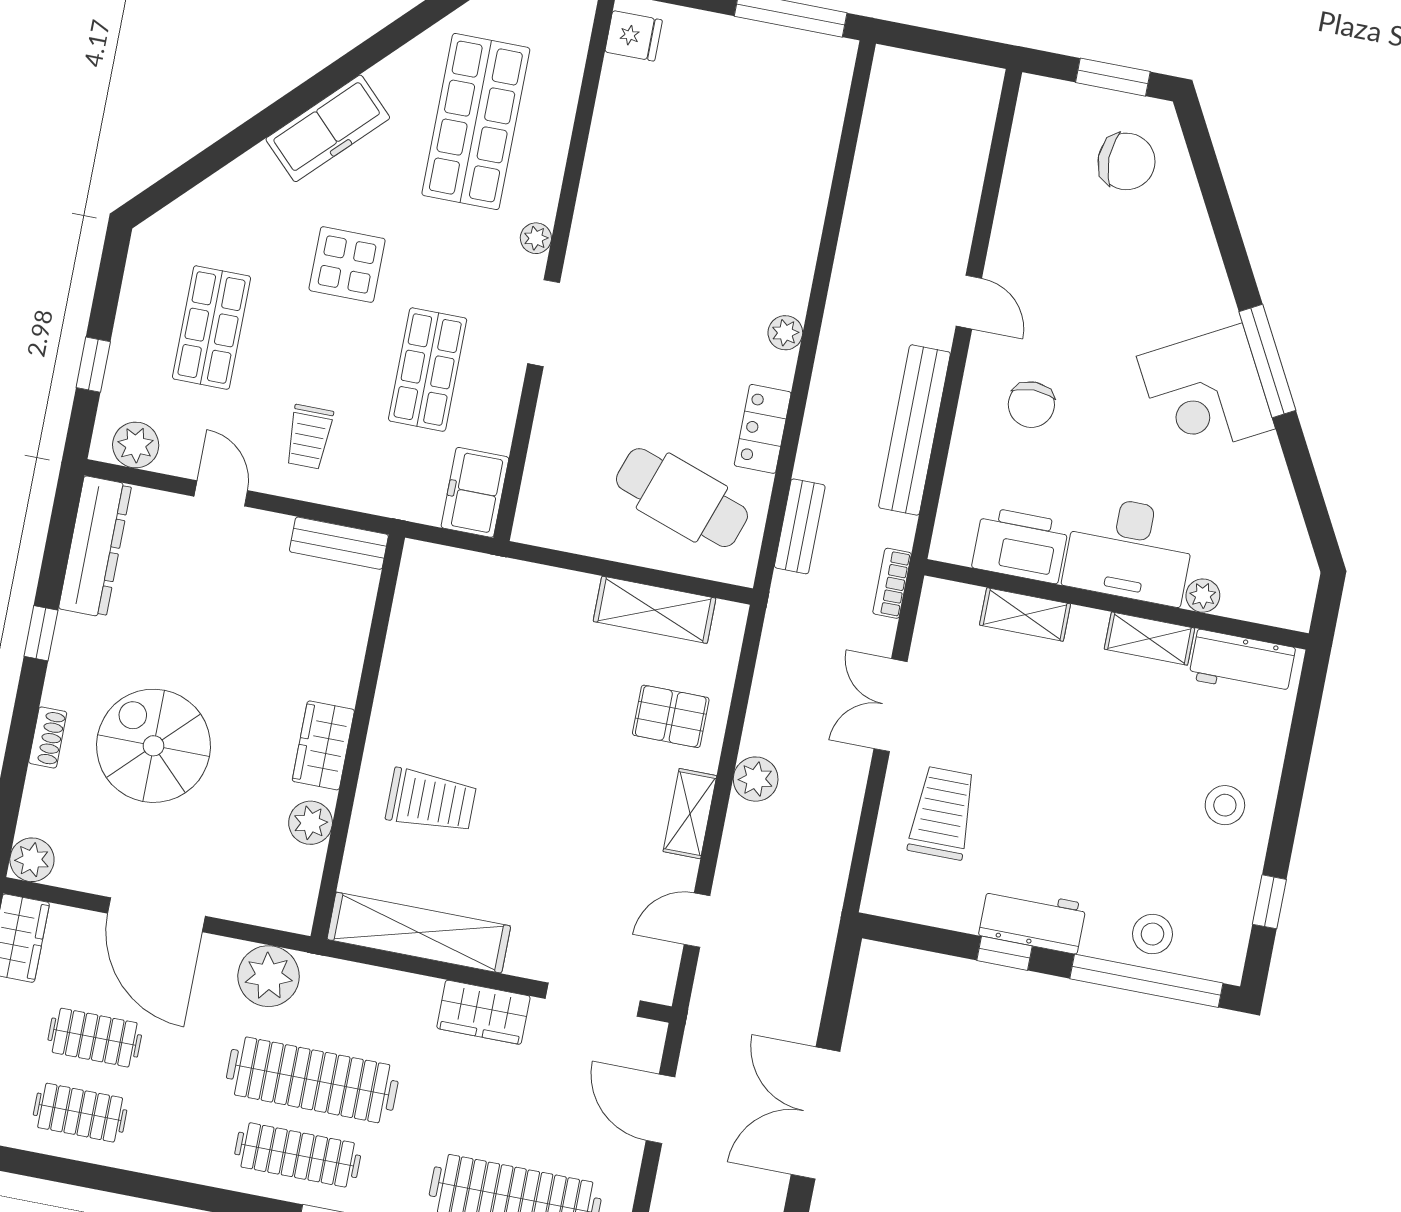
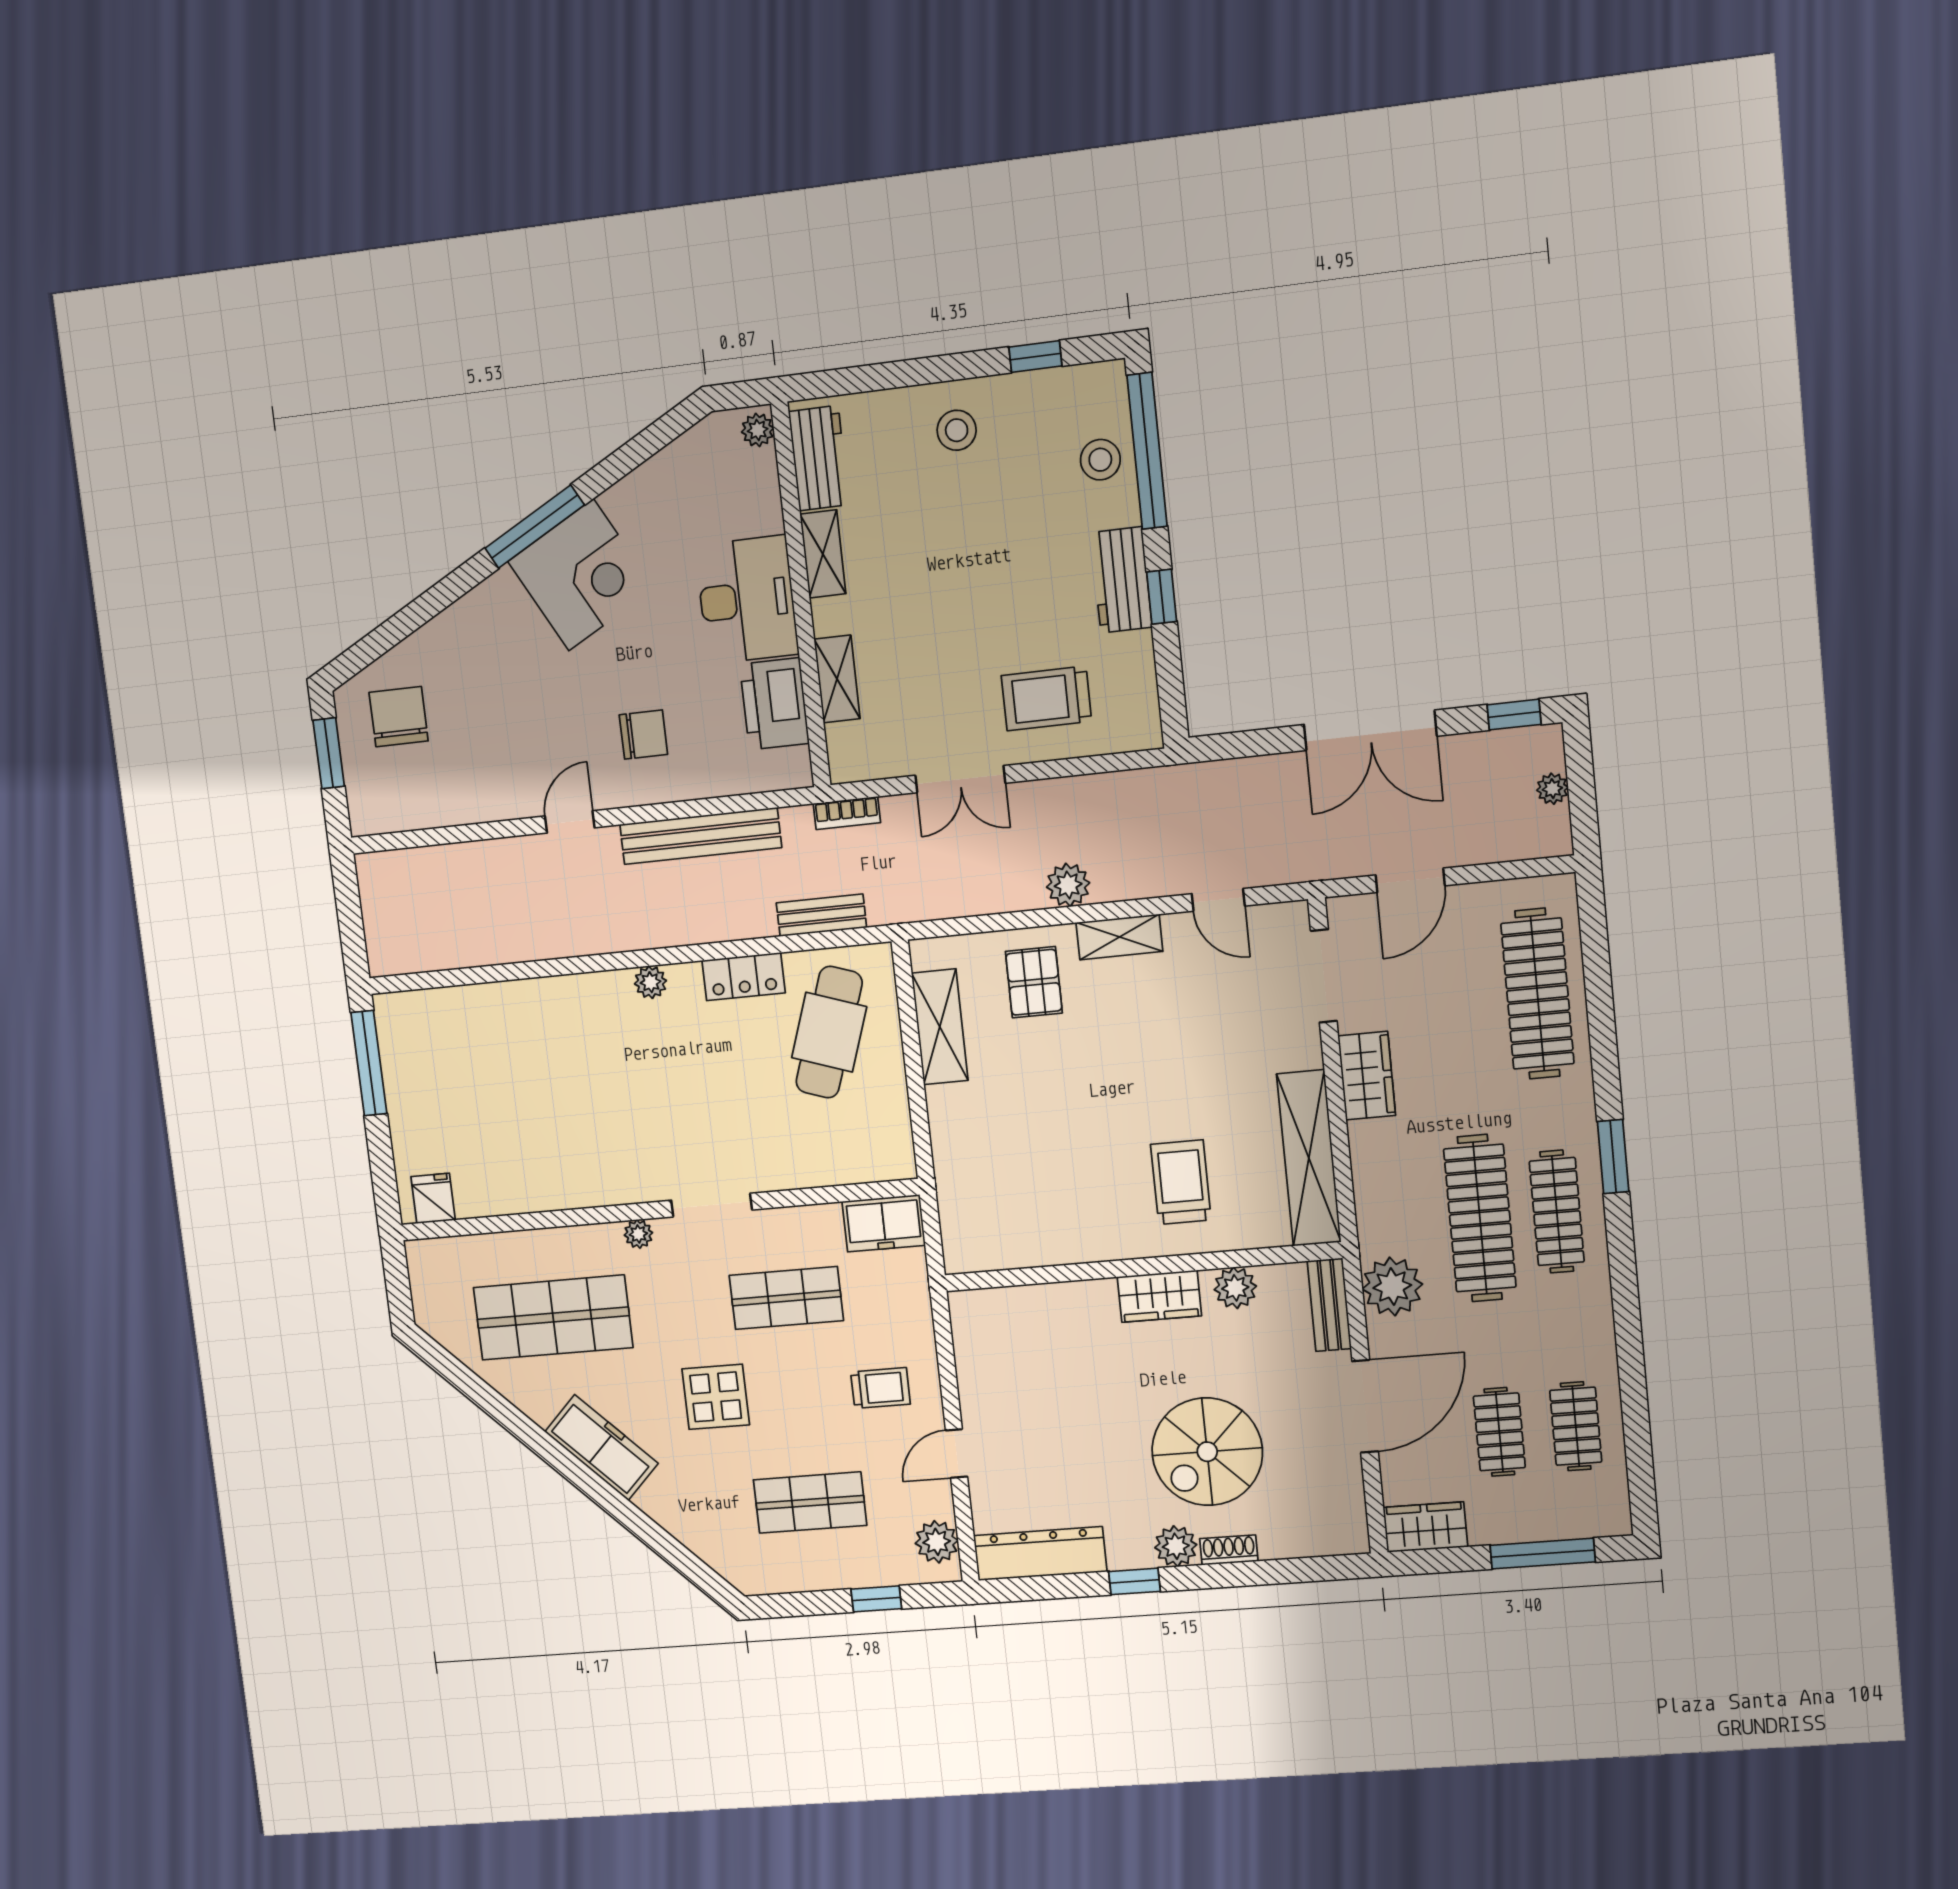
bench: (339, 543) -> (1329, 1305), moved
plant: (1203, 596) -> (758, 430), moved
plant: (32, 860) -> (1176, 1546), moved

